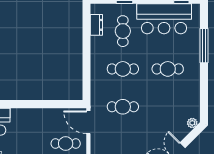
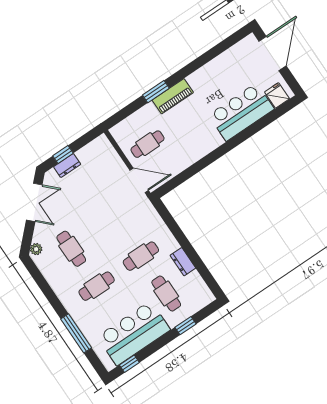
dresser: (96, 25) -> (183, 262), moved
cafe table: (123, 107) -> (71, 249), moved, turned 90

